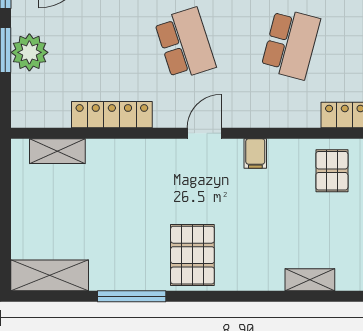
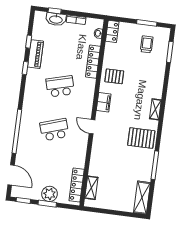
school desk: (291, 44) -> (60, 86), turned -30
locker: (112, 115) -> (77, 185), moved
filing cabinet: (255, 154) -> (104, 102), width x2.00
shelving: (310, 280) -> (155, 109), moved

